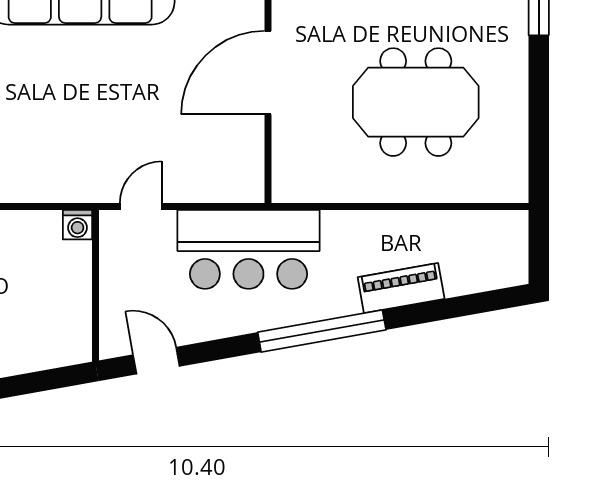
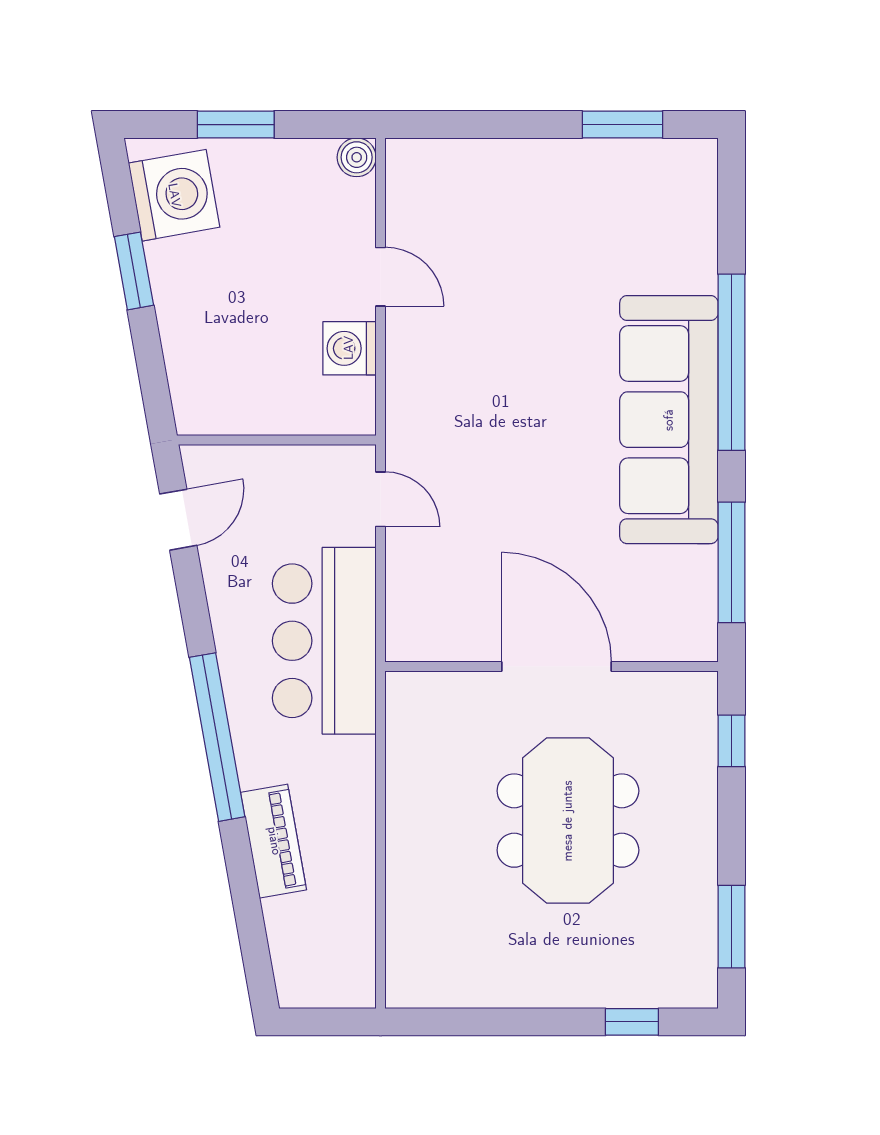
meeting table: (416, 102) -> (568, 821), moved
washing machine: (78, 225) -> (349, 348), moved, width x1.38, depth x1.38

